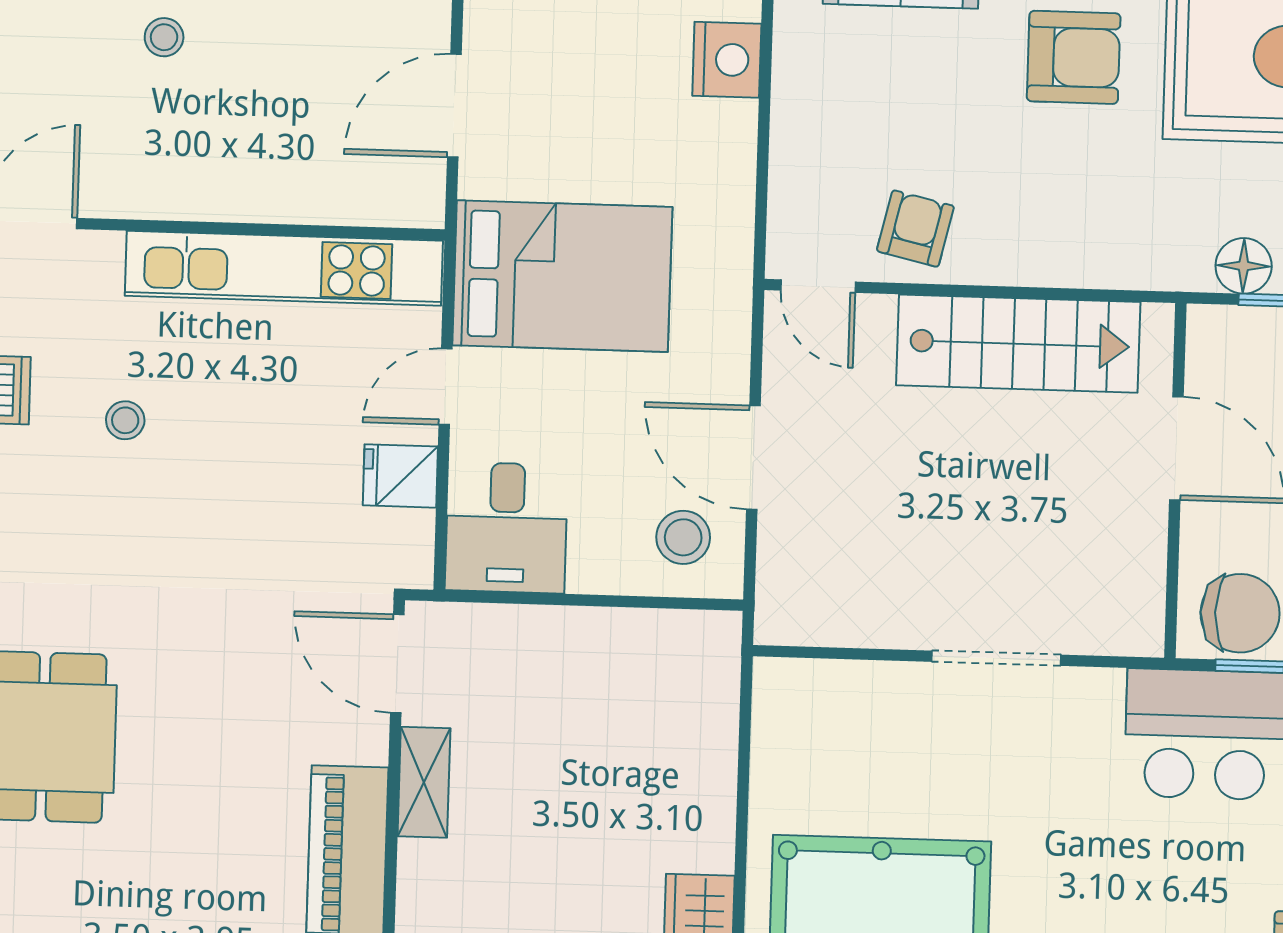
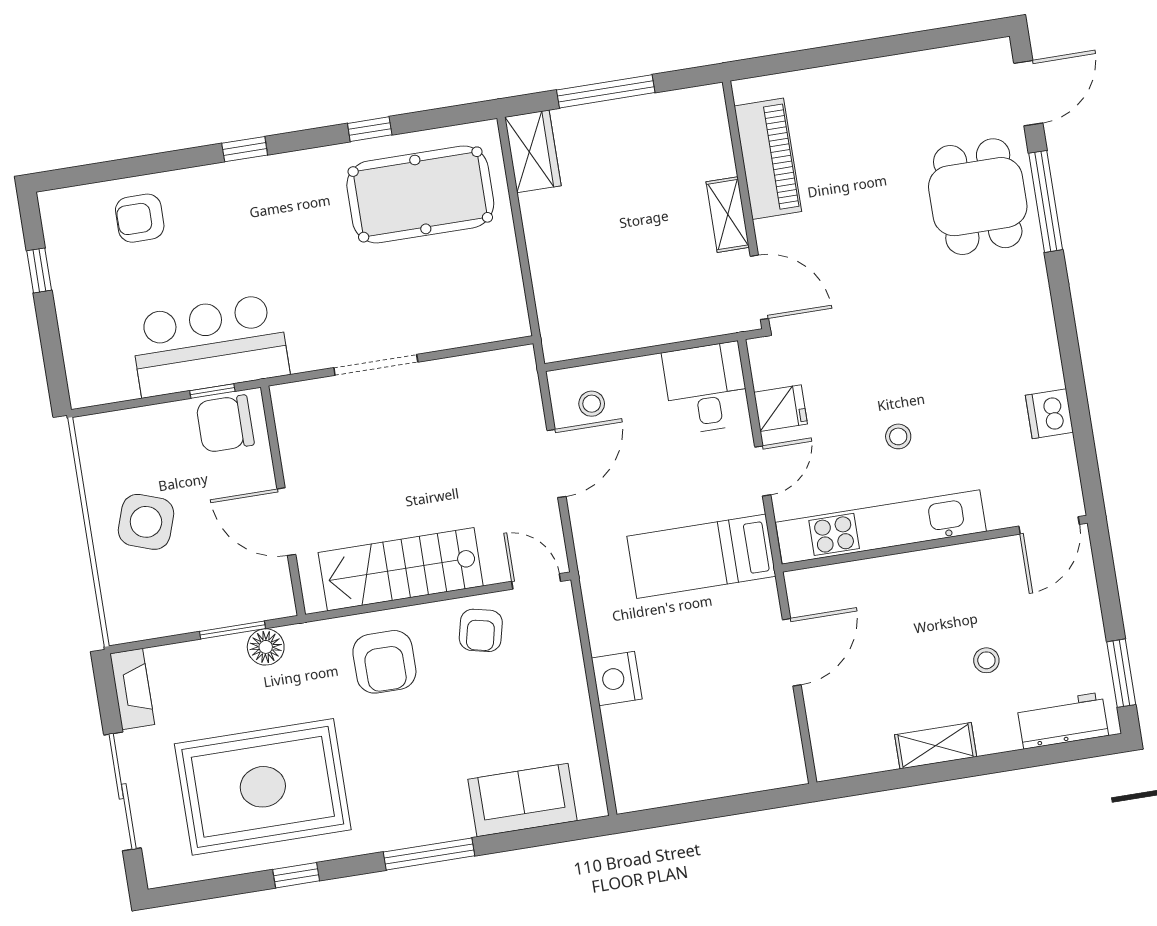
armchair: (1074, 57) -> (384, 662), moved, turned -90
nightstand: (727, 60) -> (617, 679), moved
bed: (562, 276) -> (701, 556), width x0.67
stool: (125, 420) -> (898, 436), moved
door: (753, 458) -> (556, 463), hinge flipped
stool: (683, 537) -> (592, 404), width x0.73, depth x0.73

